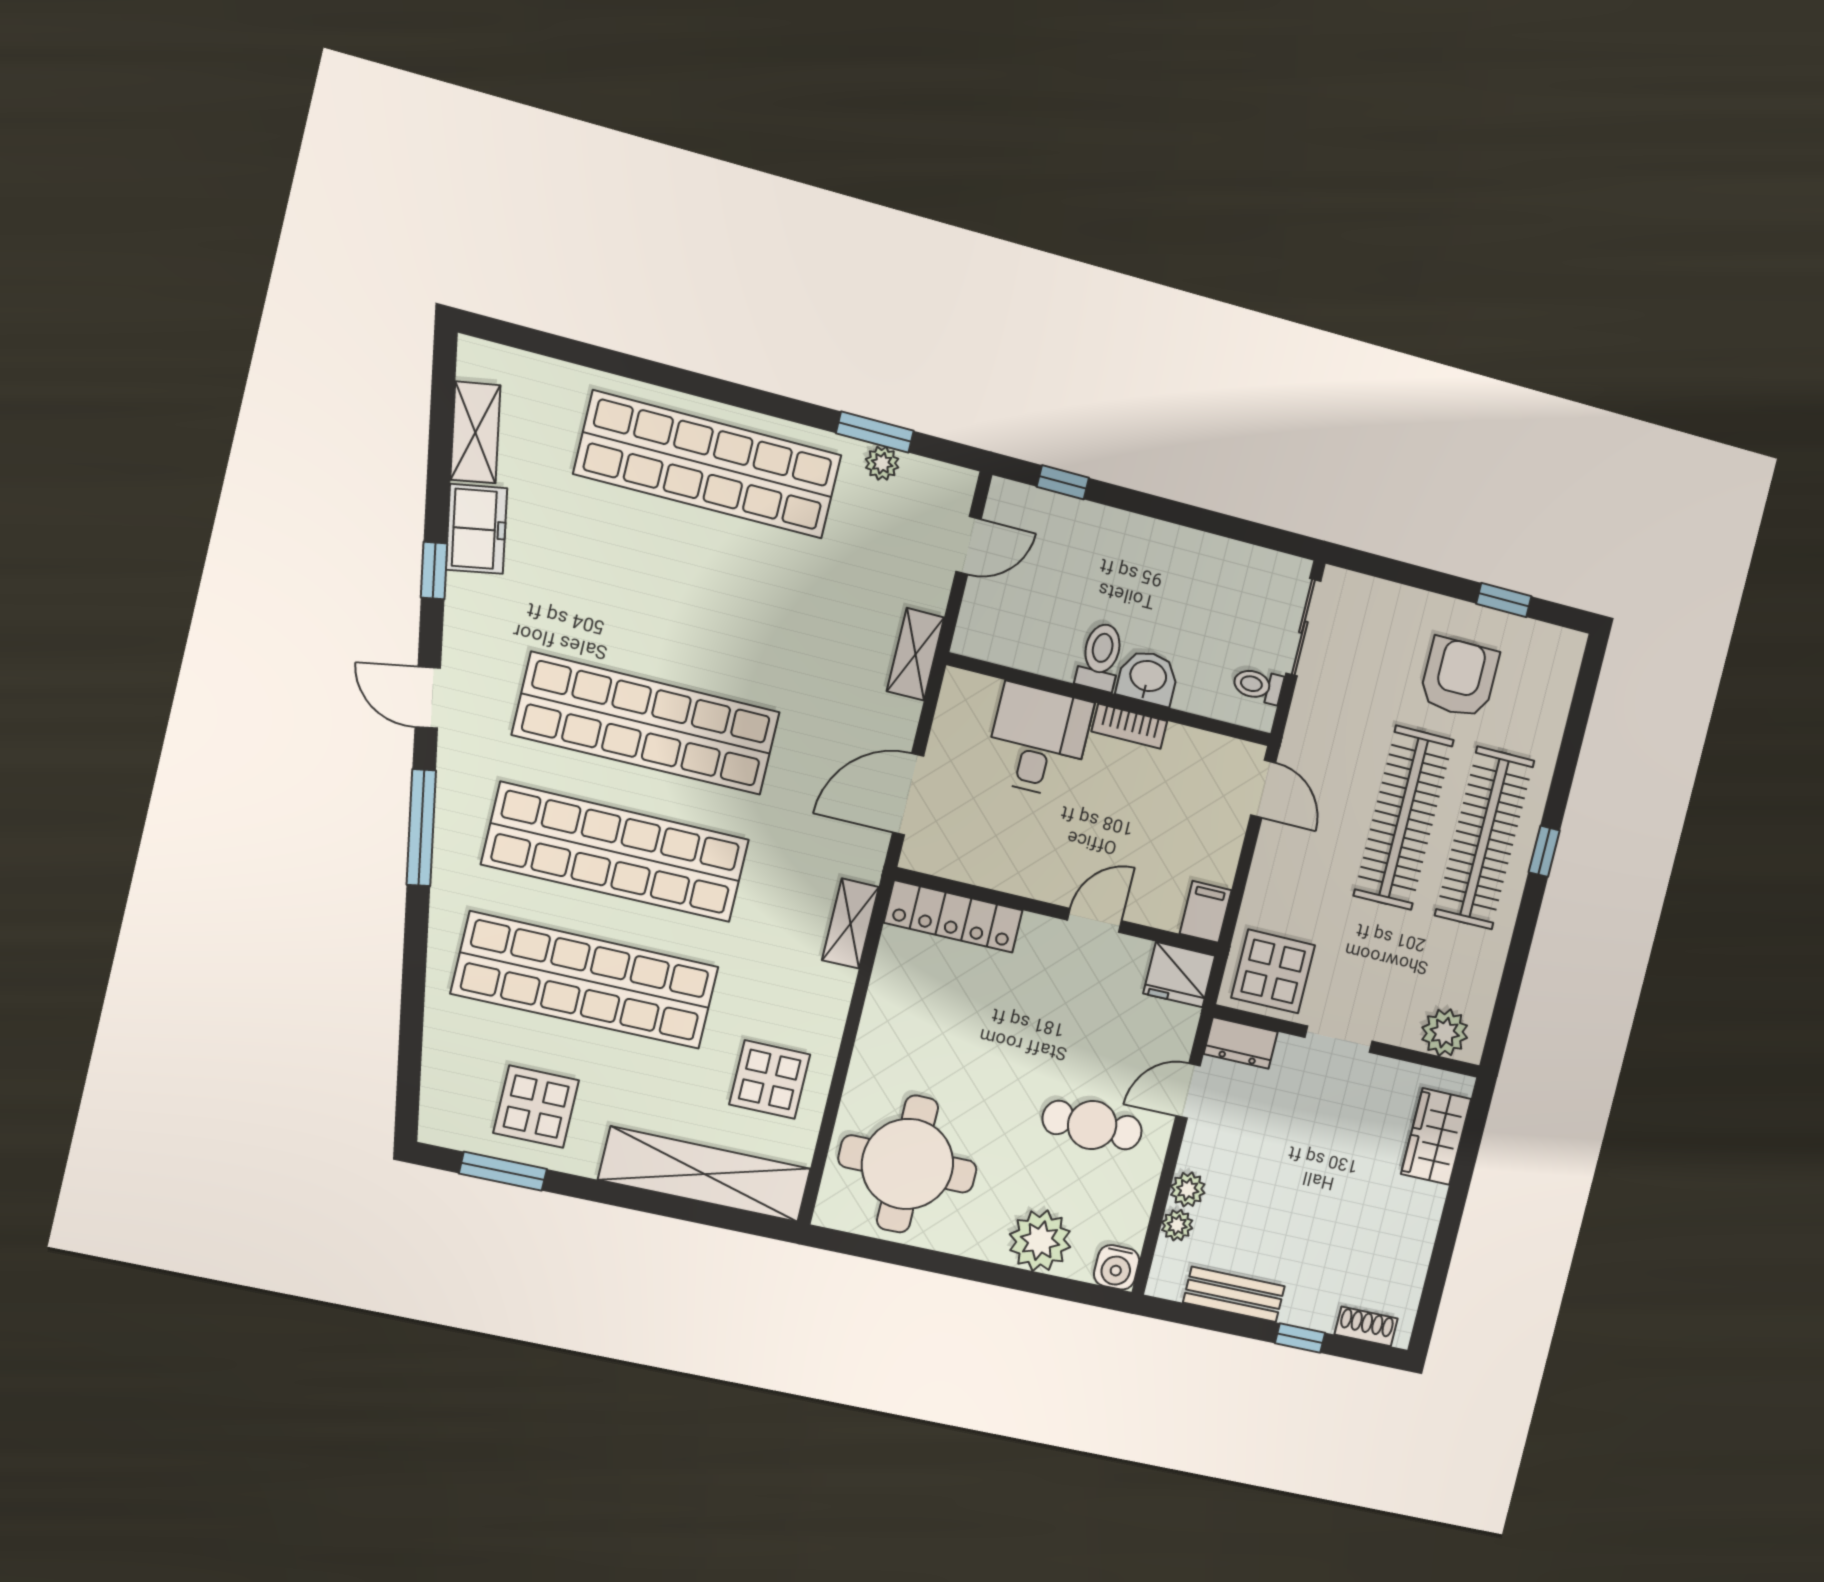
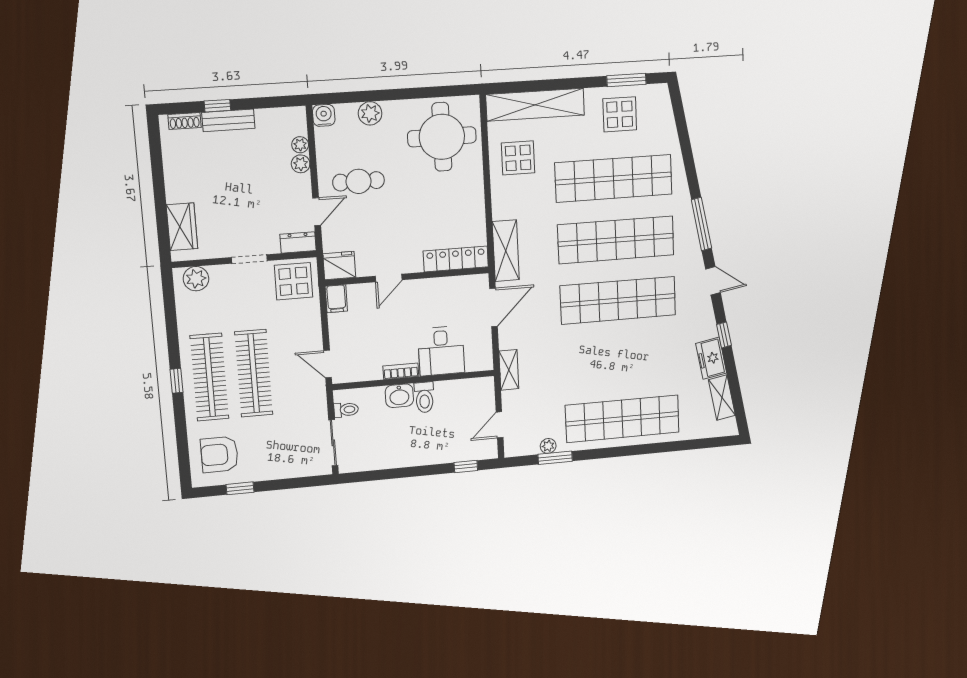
armchair: (1459, 678) -> (219, 454), moved, turned 90
shelving: (850, 924) -> (506, 251), width x1.50, depth x1.33
plant: (1040, 1241) -> (370, 113), width x0.73, depth x0.73
bench: (1234, 1294) -> (228, 120), moved

